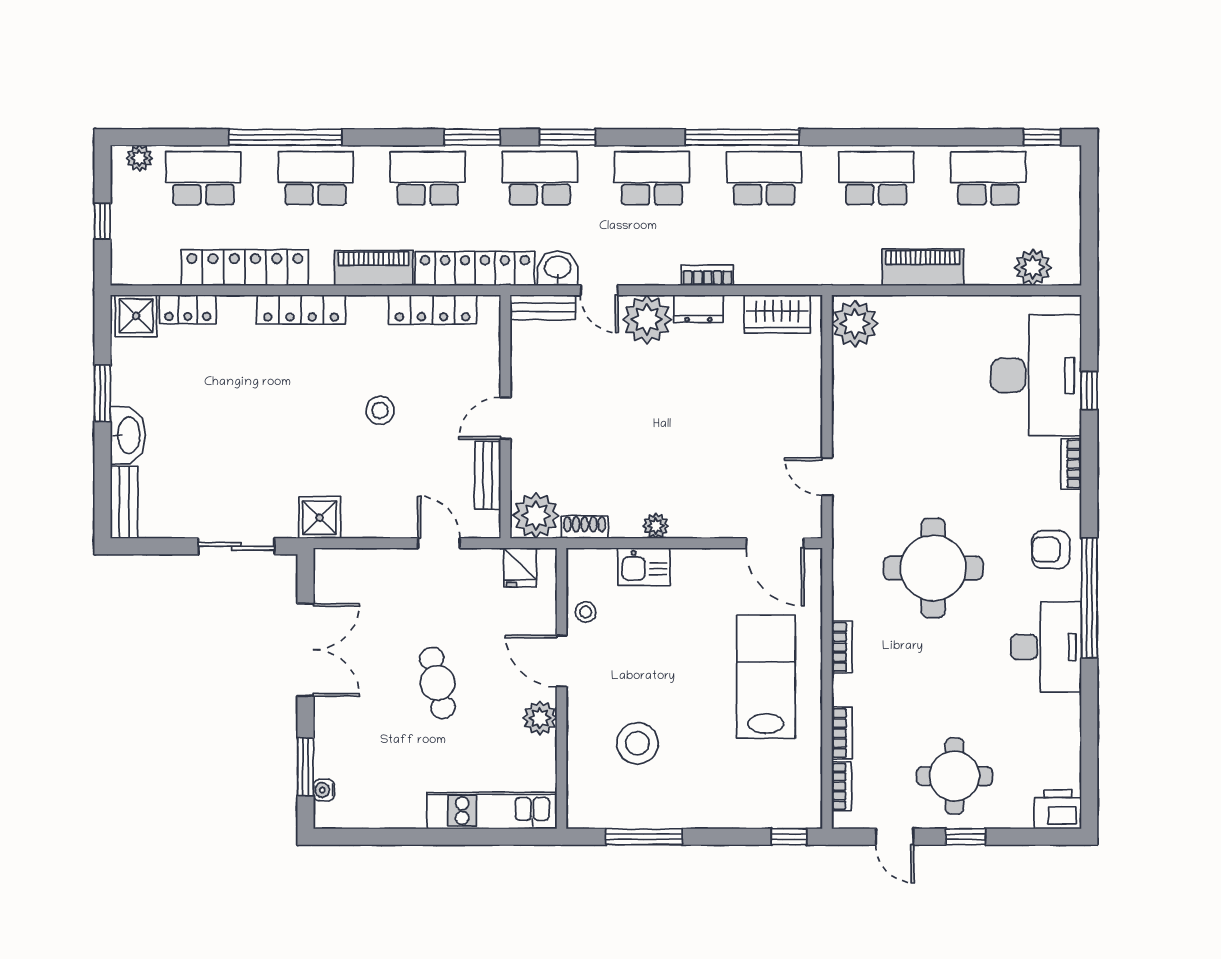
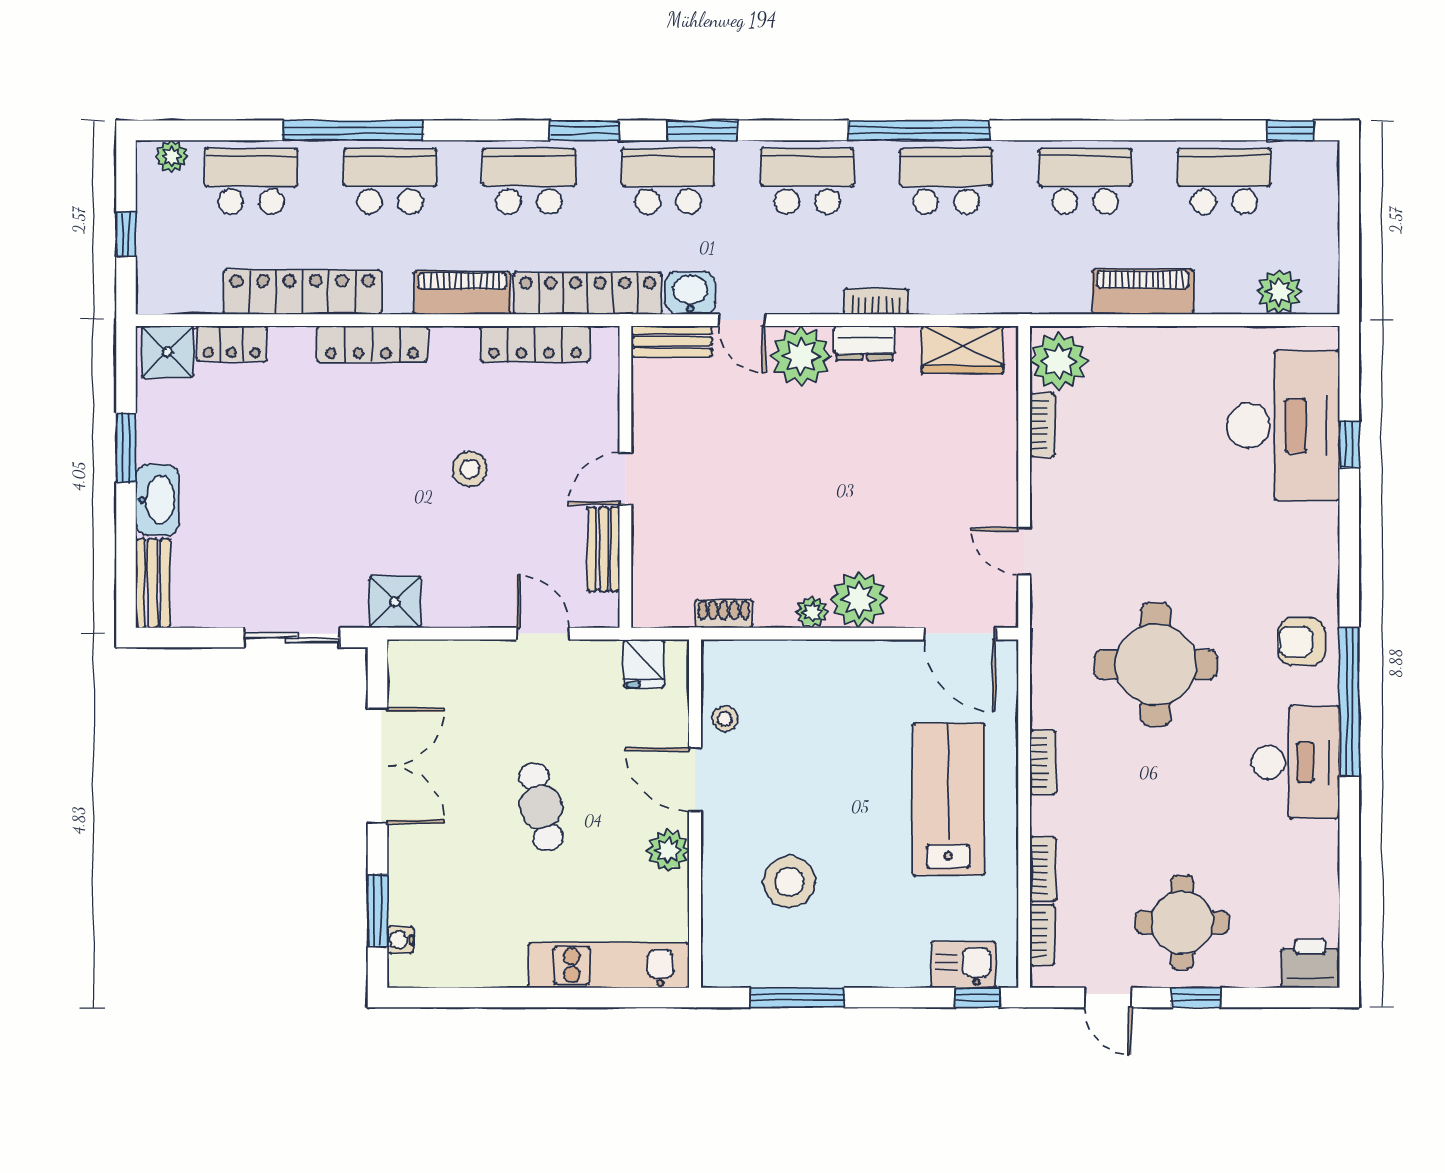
bookcase: (1071, 464) -> (1043, 425), moved, turned 180
plant: (536, 516) -> (859, 599), moved
kitchen sink: (644, 567) -> (963, 964), moved, turned 180

